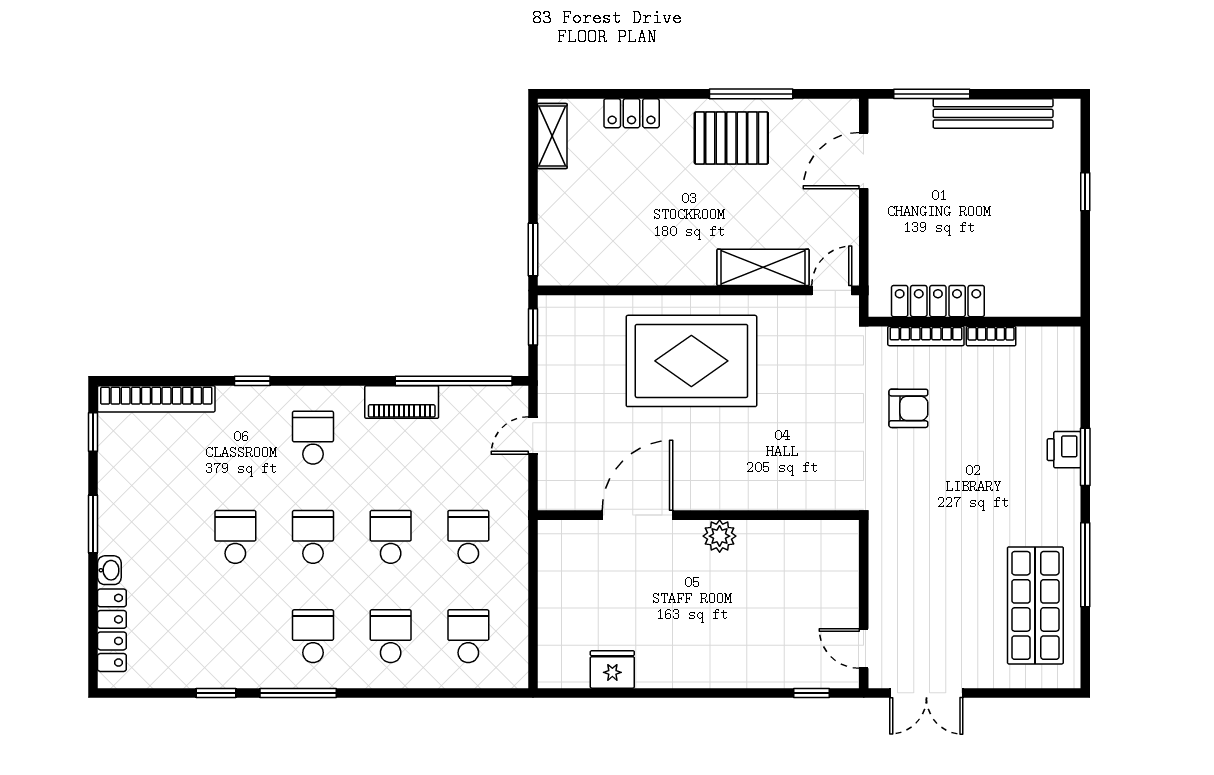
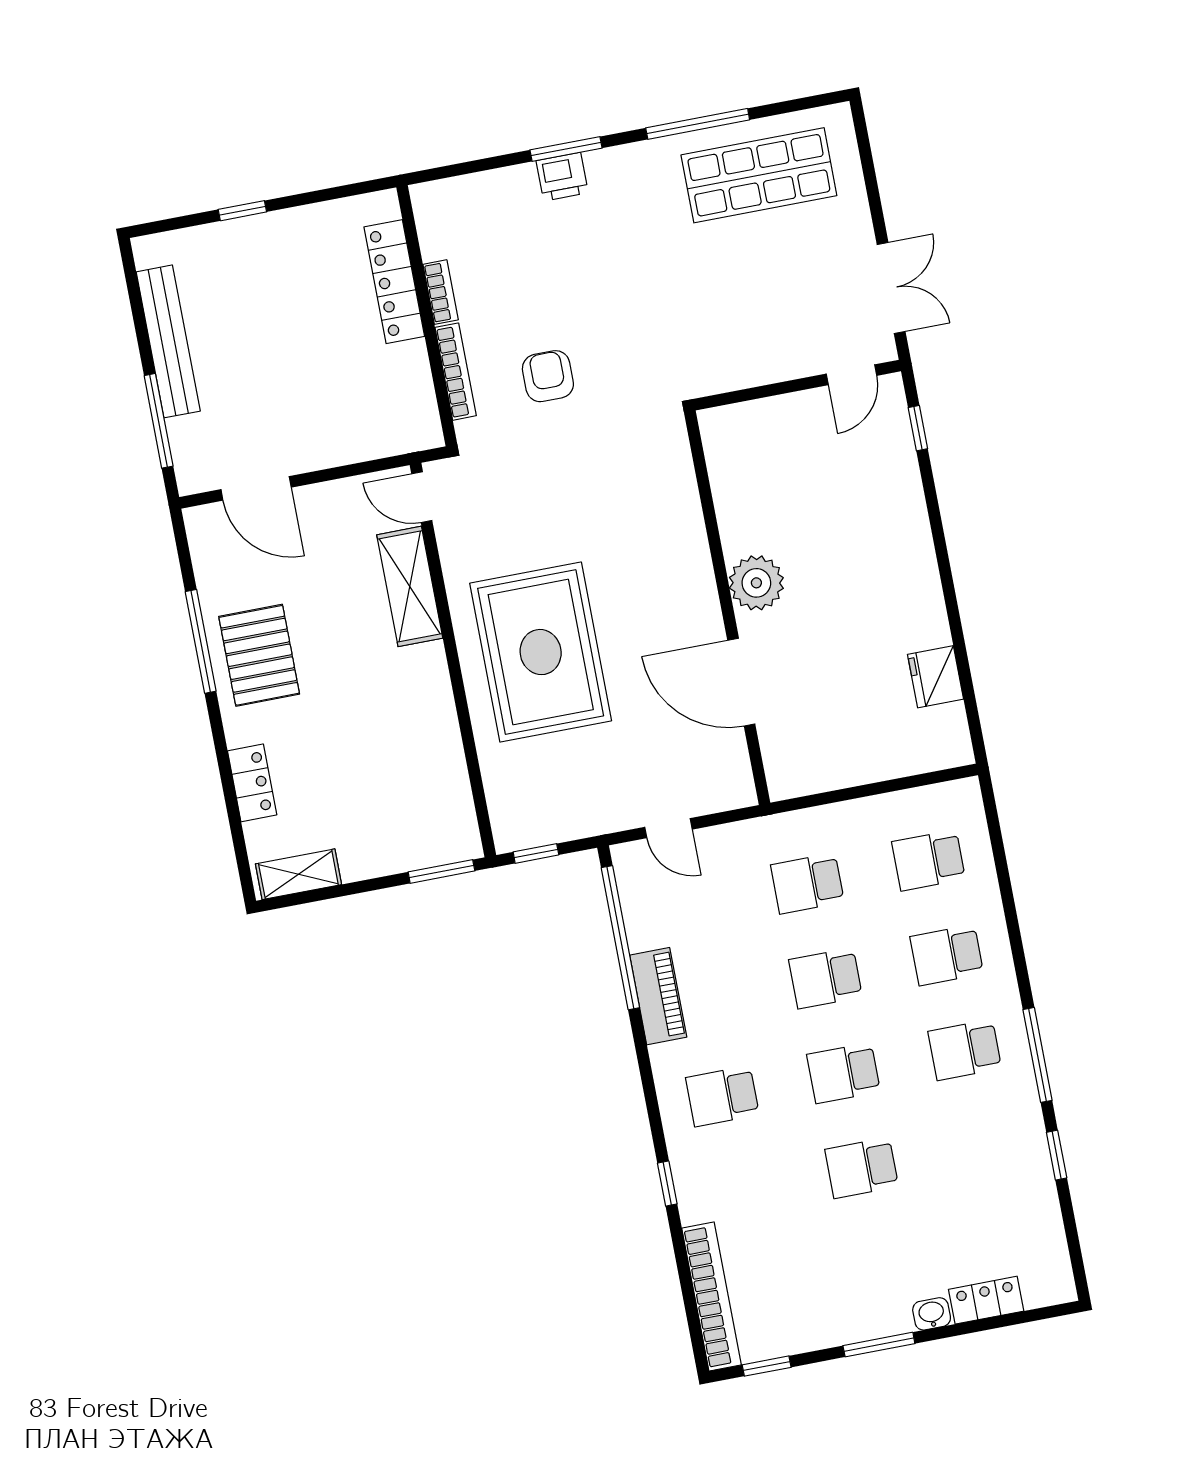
locker: (938, 301) -> (394, 282), moved
plant: (720, 536) -> (756, 583), width x1.36, depth x1.36
locker: (112, 630) -> (986, 1300), width x0.66

